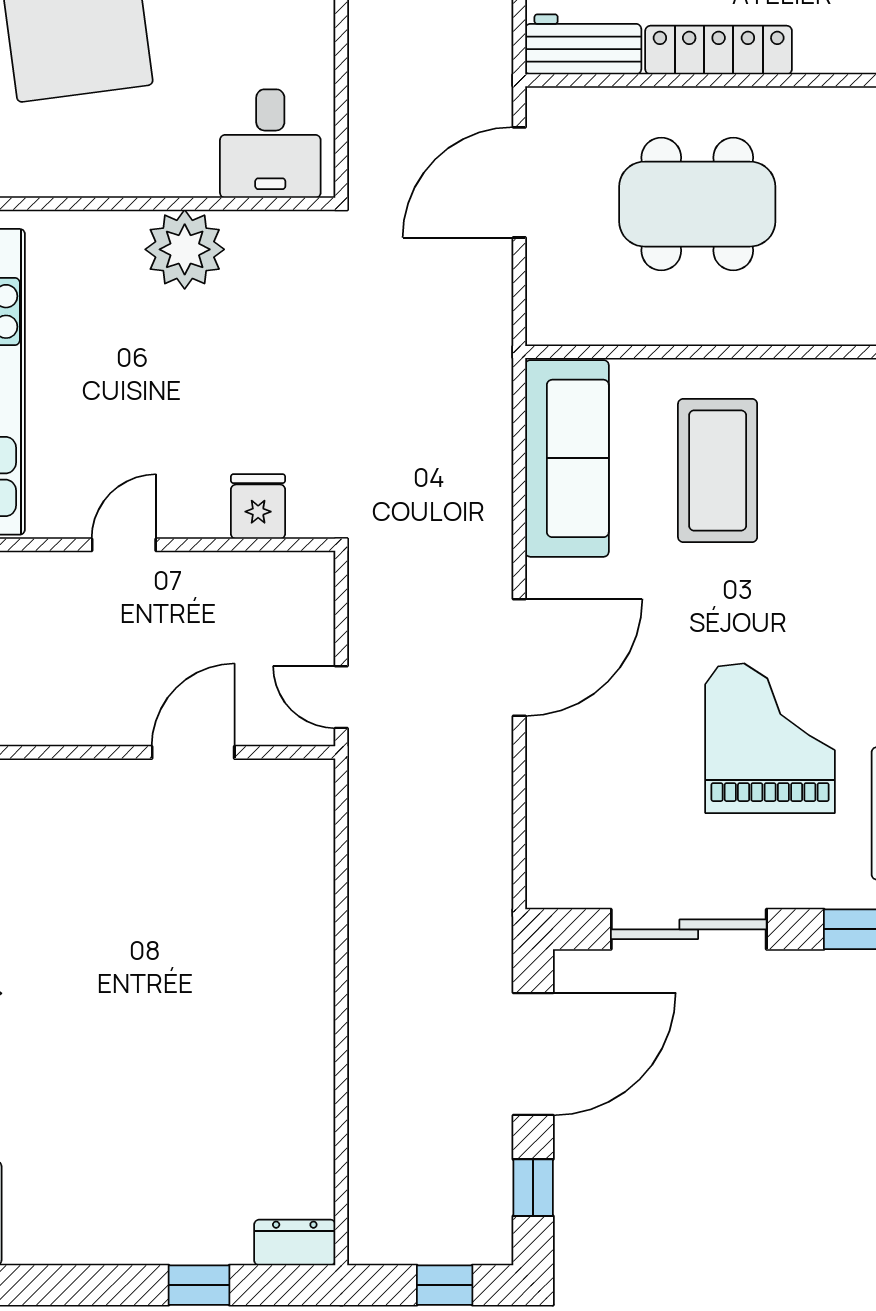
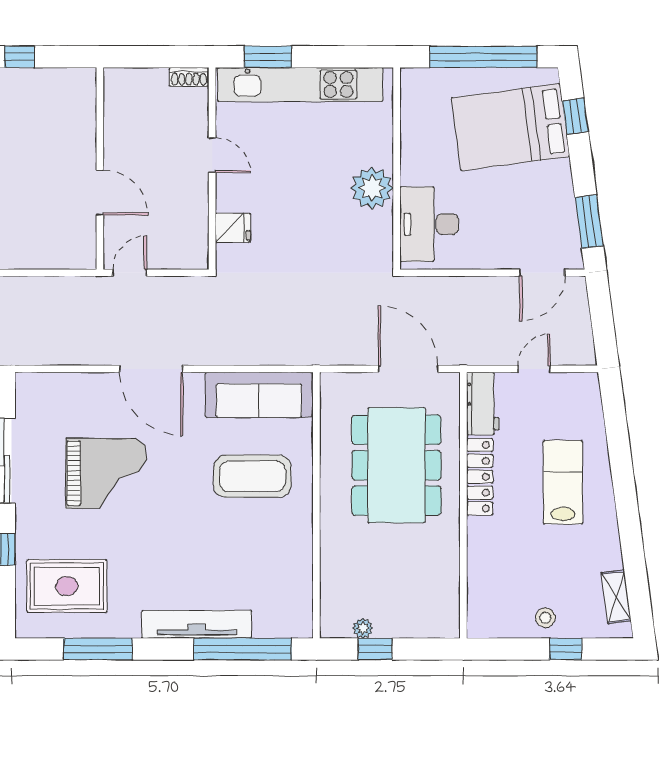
desk: (270, 144) -> (429, 224), width x1.37
dining table: (697, 204) -> (396, 465), width x1.36, depth x1.24
grand piano: (770, 738) -> (106, 473), moved

